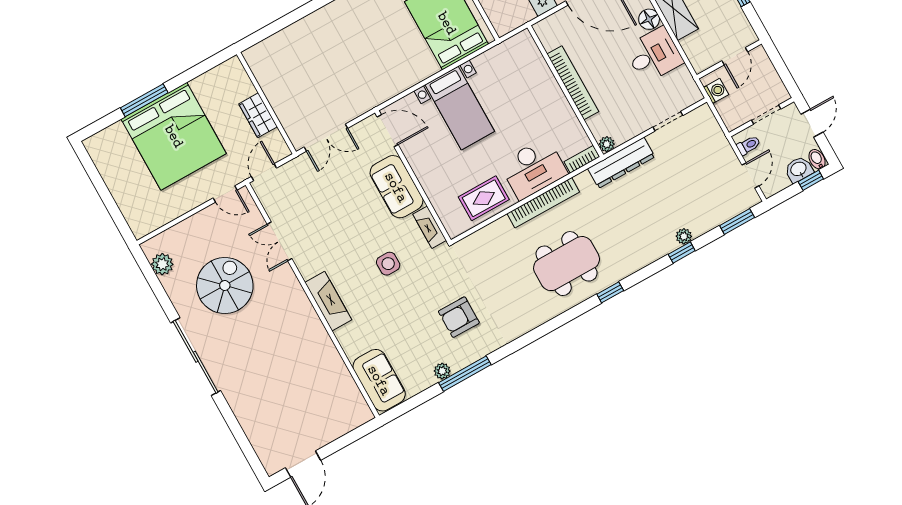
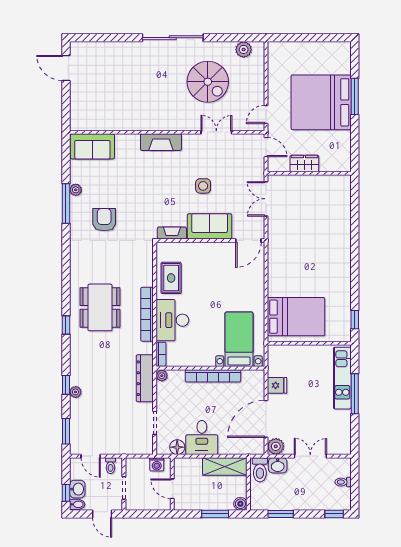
floor lamp: (649, 19) -> (177, 447), moved
bed with nightstands: (460, 108) -> (239, 339), moved, turned 90
side table: (388, 264) -> (203, 186), moved

